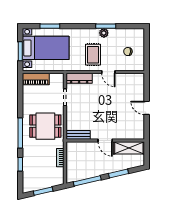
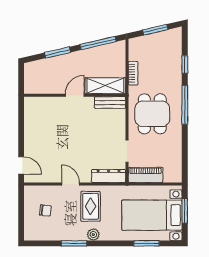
plant: (104, 33) -> (93, 235), moved
piano: (36, 79) -> (146, 175), moved
door: (147, 108) -> (21, 165), moved
dining table: (45, 126) -> (152, 114), turned 90
door: (105, 141) -> (75, 95), hinge flipped
shelving: (129, 148) -> (105, 86), moved

